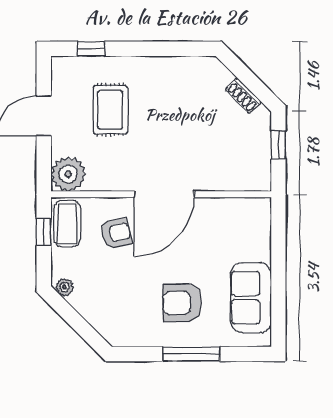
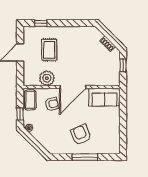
plant: (68, 174) -> (47, 78), moved
window: (44, 232) -> (20, 114), moved
sofa: (251, 298) -> (104, 97), moved, turned -90
armchair: (182, 303) -> (81, 135), turned 68

